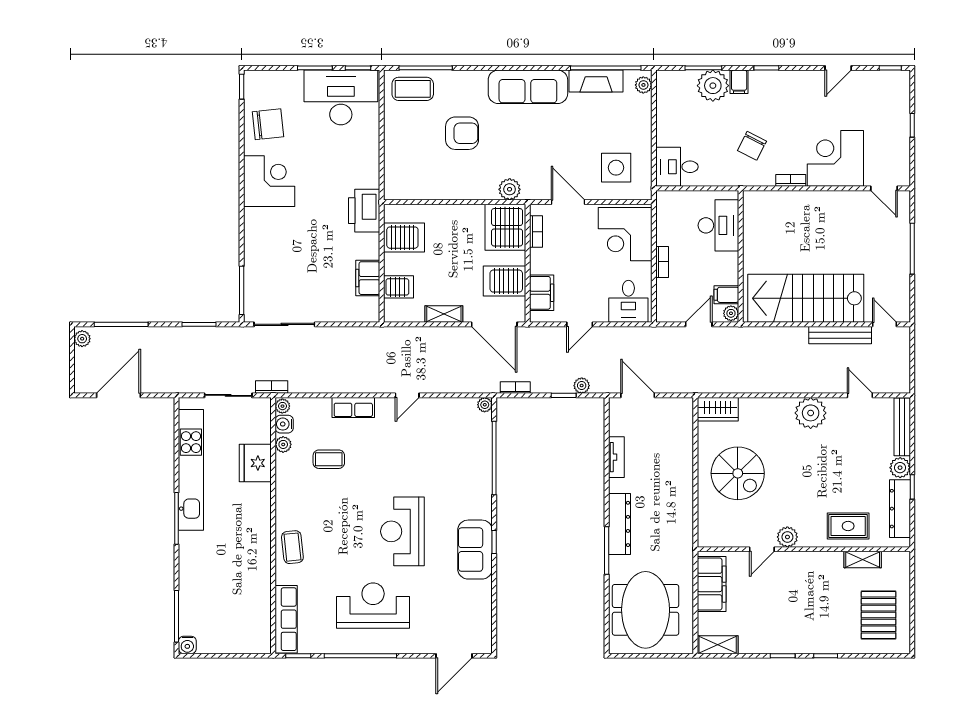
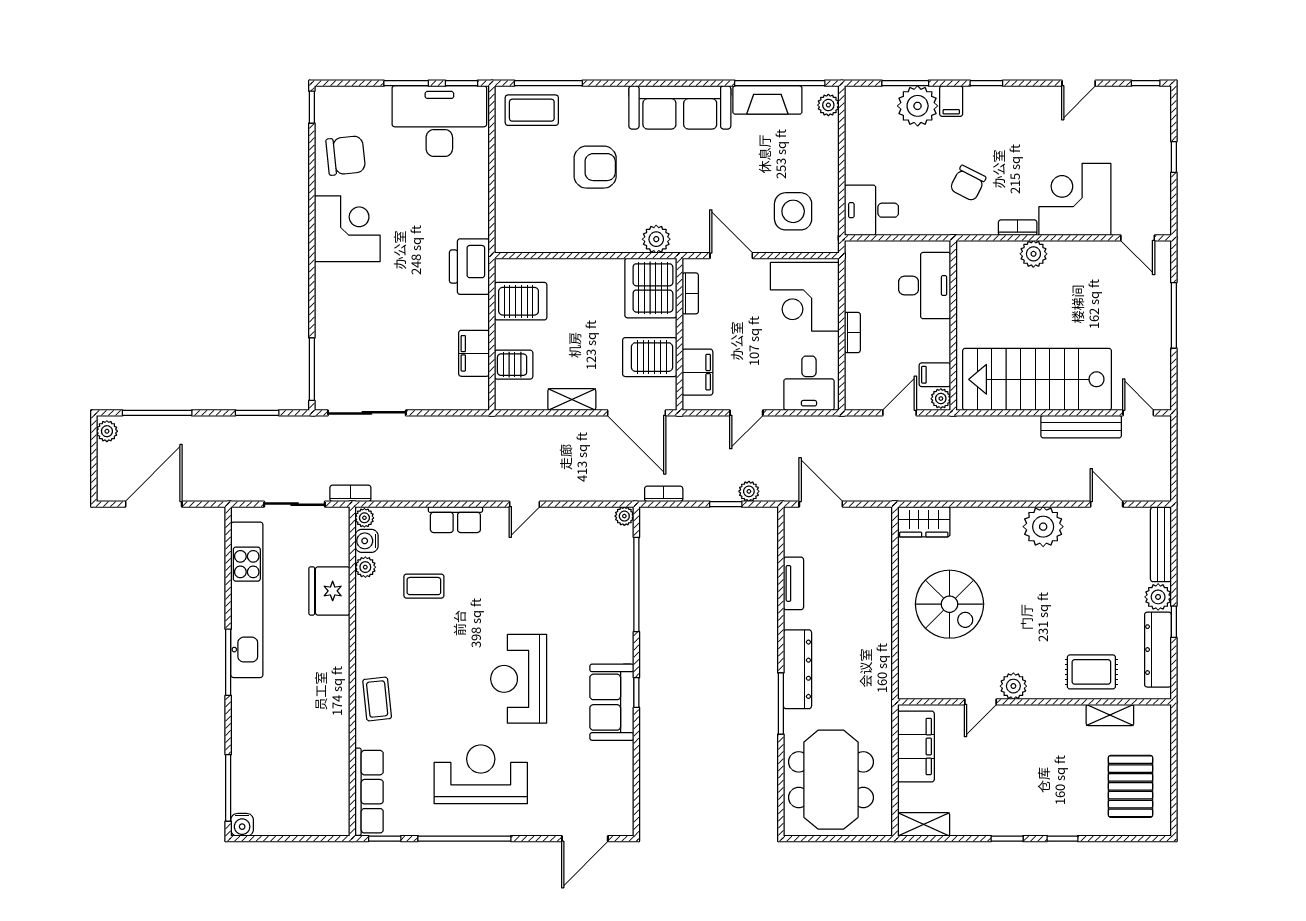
plant: (803, 201) -> (1033, 254), added

